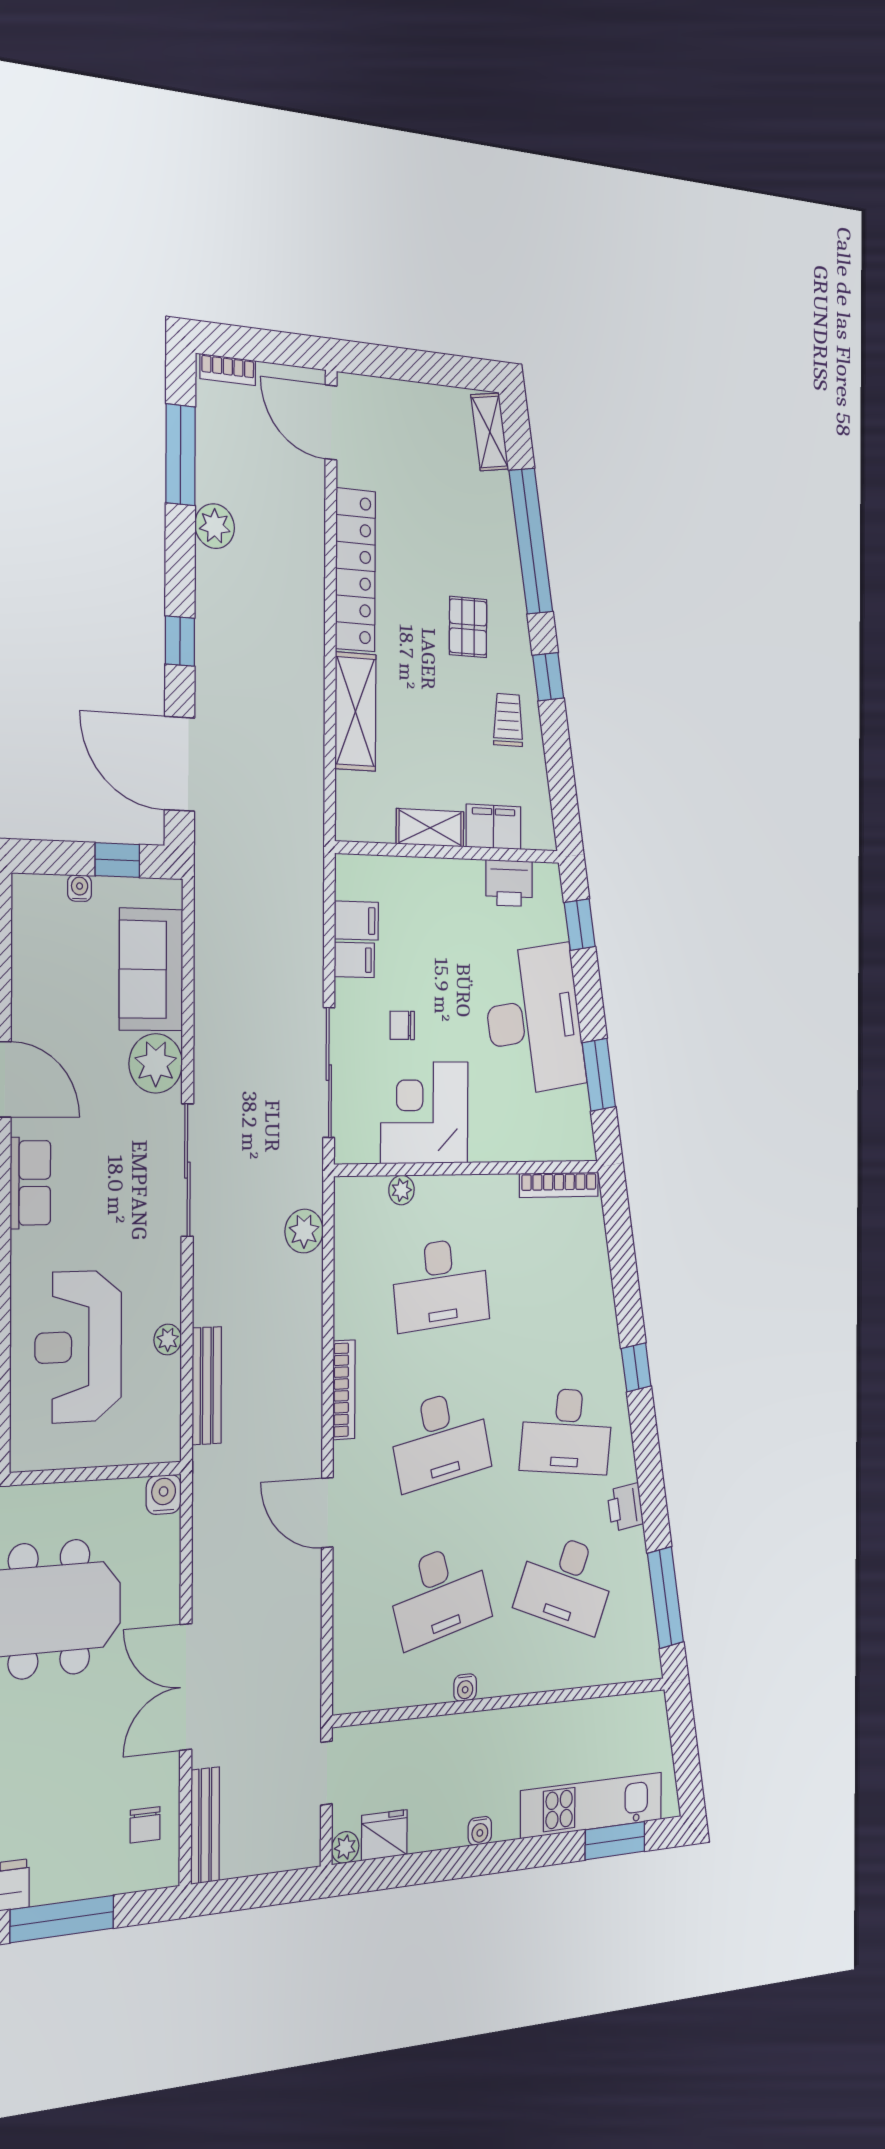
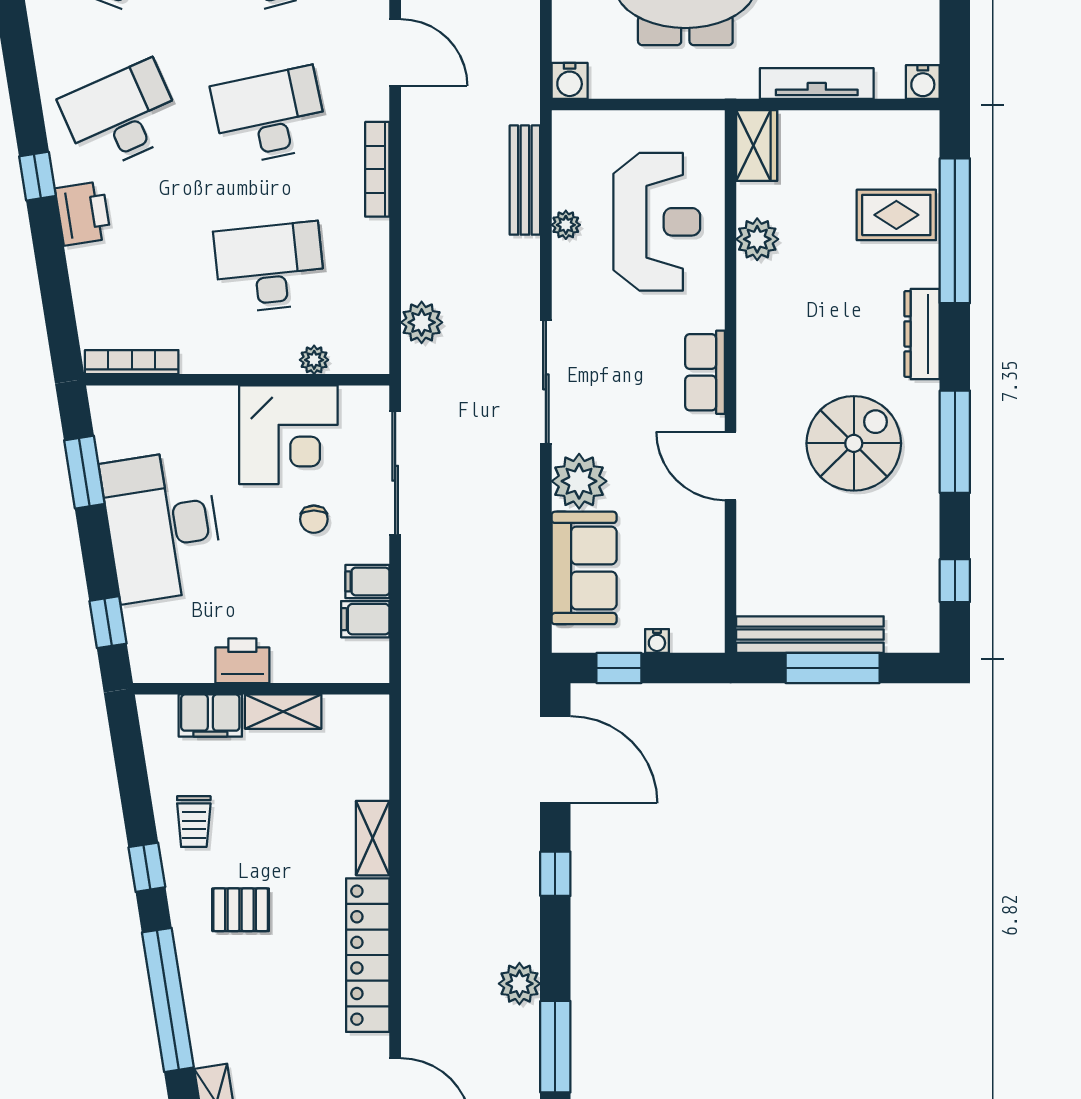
pallet: (468, 627) -> (241, 910), turned 90
shelving: (355, 712) -> (373, 838), width x0.67, depth x0.75
printer: (509, 883) -> (242, 661), moved
chair: (402, 1025) -> (314, 519), turned 90
desk: (567, 1431) -> (121, 116), turned -30
printer: (625, 1507) -> (83, 213), moved, width x1.36, depth x1.24

